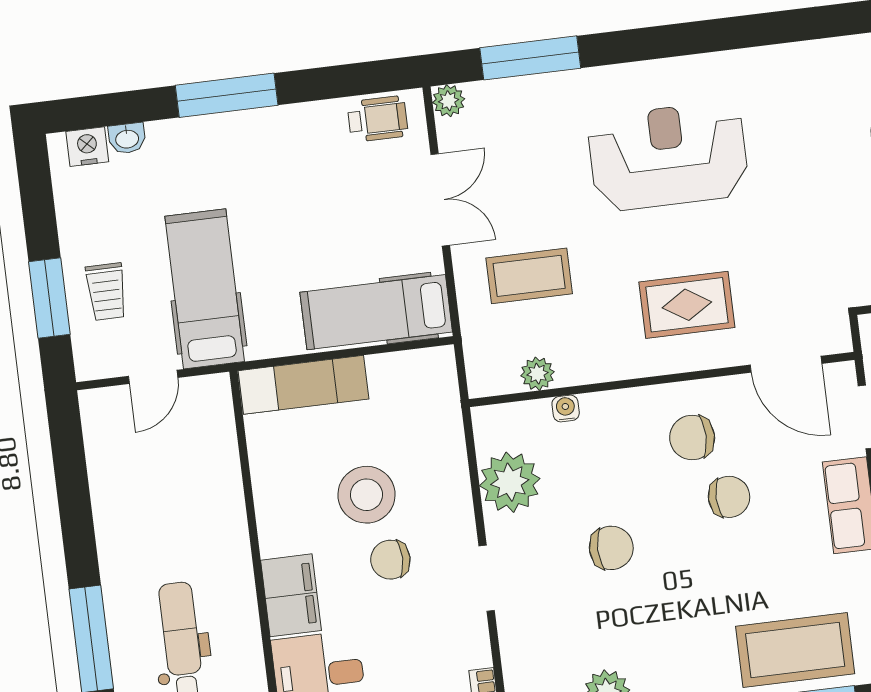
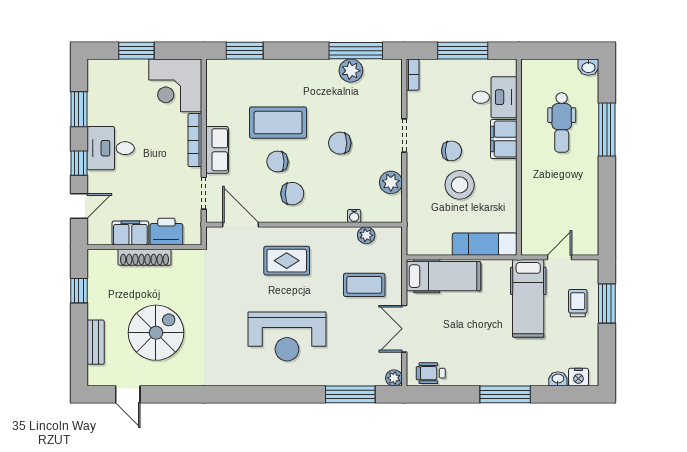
plant: (510, 482) -> (391, 182), width x0.73, depth x0.73
coffee table: (795, 650) -> (278, 123), moved

